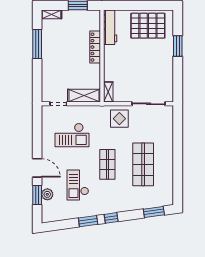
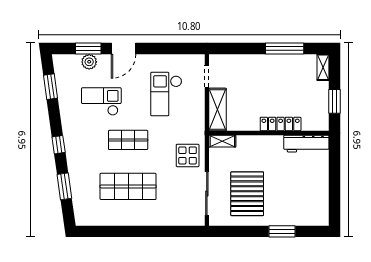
pallet: (148, 26) -> (247, 194), moved
window: (154, 212) -> (64, 186), moved
window: (88, 221) -> (51, 87), moved

